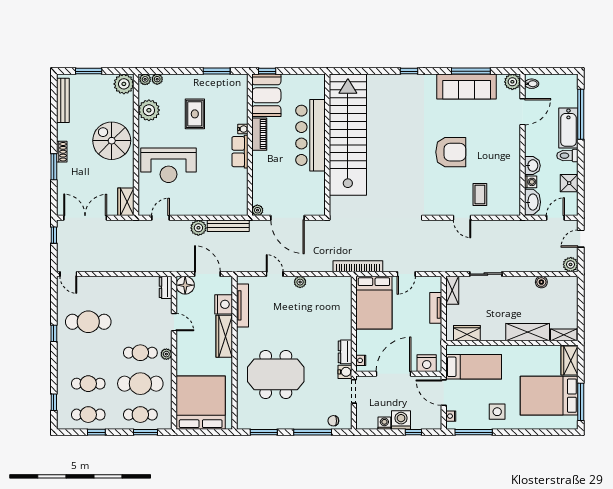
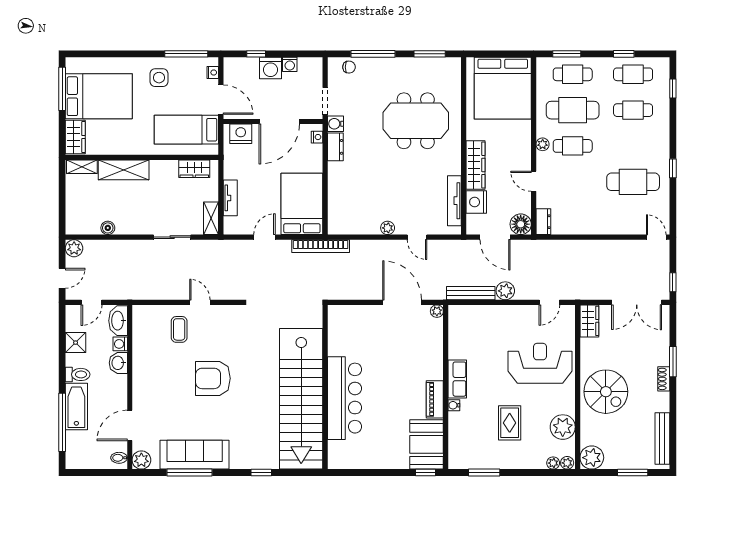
bar counter: (310, 135) -> (345, 398), moved
stairs: (348, 135) -> (301, 399), moved
wall: (327, 145) -> (325, 387), moved

